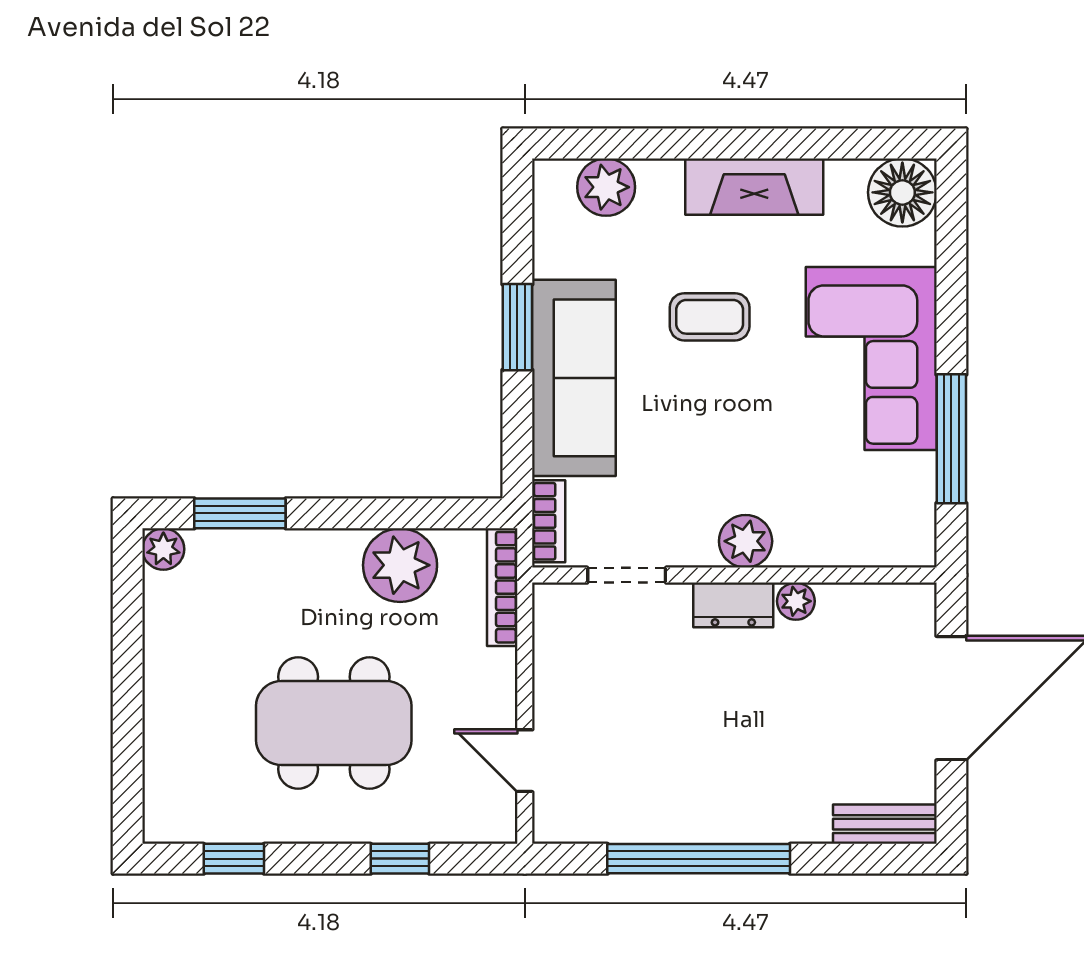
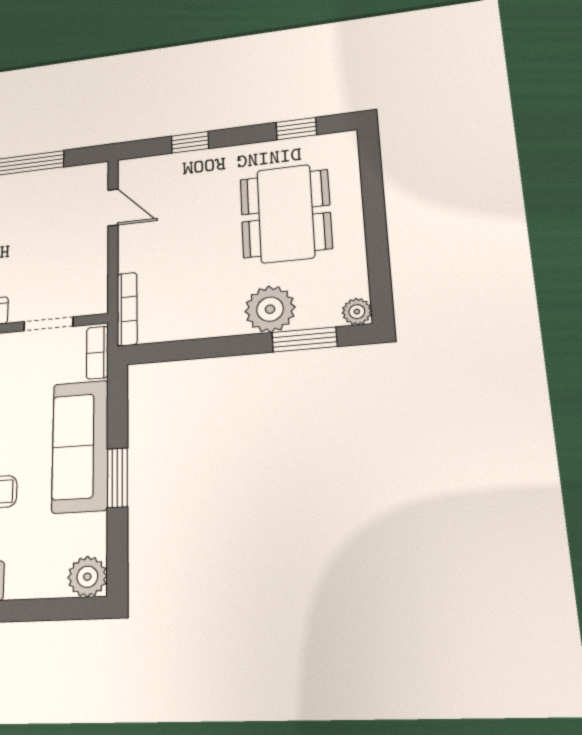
plant: (606, 187) -> (87, 577), moved
plant: (400, 565) -> (270, 309), moved
dining table: (334, 723) -> (286, 214), moved, turned 90

